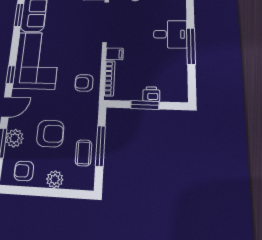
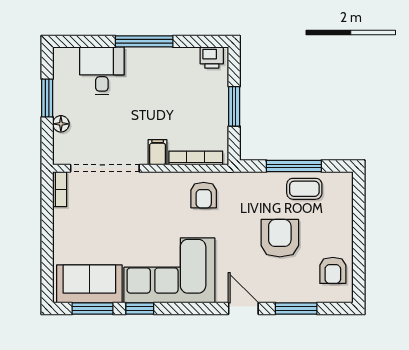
desk: (170, 34) -> (102, 71), moved
window: (11, 75) -> (140, 308), moved
printer: (151, 94) -> (212, 58), moved, turned -90
plant: (15, 138) -> (288, 290), removed
plant: (55, 179) -> (342, 226), removed

